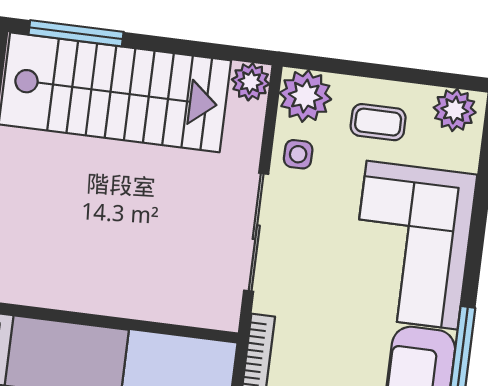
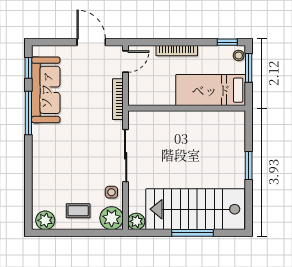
window: (76, 33) -> (192, 233), moved
corner sofa: (412, 245) -> (56, 159), removed

